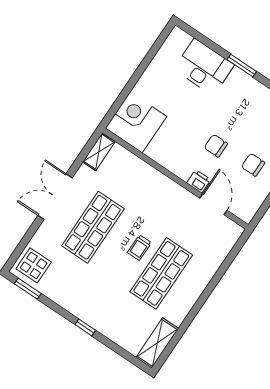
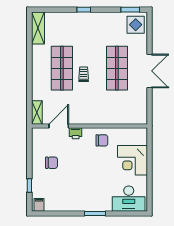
desk: (204, 67) -> (129, 199), moved
corner desk: (136, 122) -> (132, 160), moved, turned 90
chair: (216, 146) -> (102, 140), moved
shelving: (99, 152) -> (37, 113), moved
door: (213, 204) -> (59, 126), swing flipped

